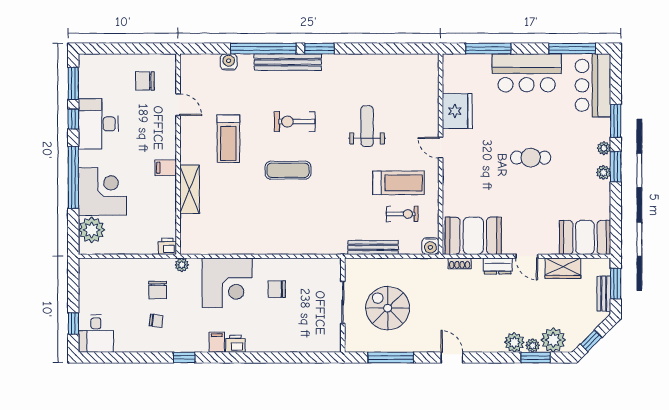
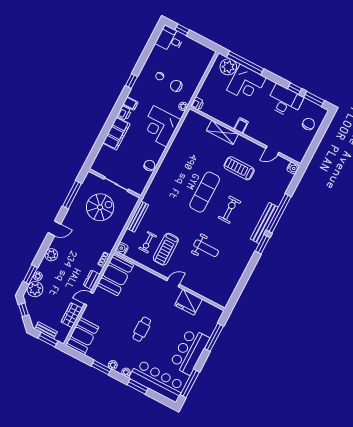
water cooler: (229, 62) -> (293, 168), moved
chair: (145, 81) -> (308, 124), moved
bar counter: (593, 85) -> (157, 381), width x1.36
window: (616, 167) -> (101, 368), moved
exercise mat: (288, 170) -> (205, 192), width x1.36, depth x1.45
window: (73, 177) -> (245, 63), moved
chair: (277, 289) -> (149, 165), moved
filing cabinet: (270, 340) -> (116, 134), added
plant: (514, 342) -> (51, 255), moved

